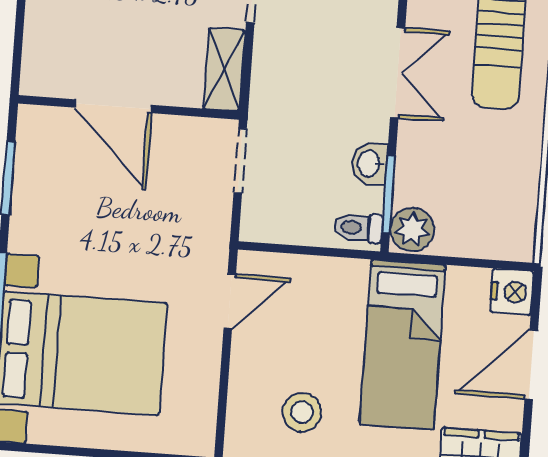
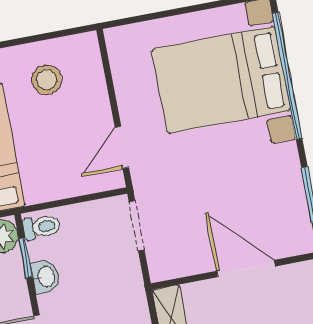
doorway: (240, 161) -> (137, 226), moved
window: (389, 194) -> (26, 258), width x0.67

